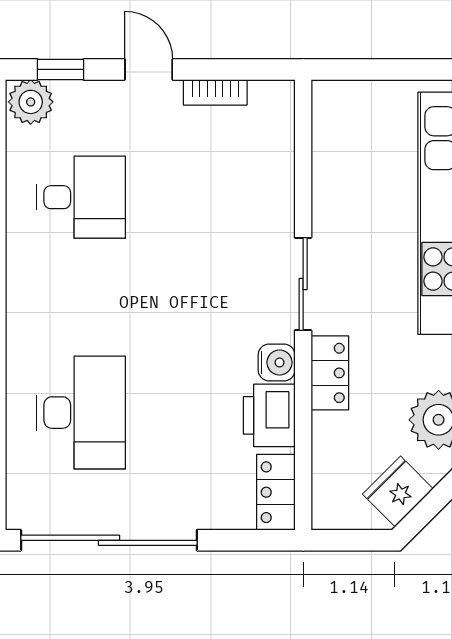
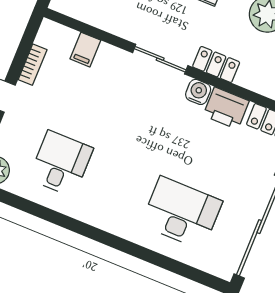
filing cabinet: (271, 164) -> (85, 50), added

